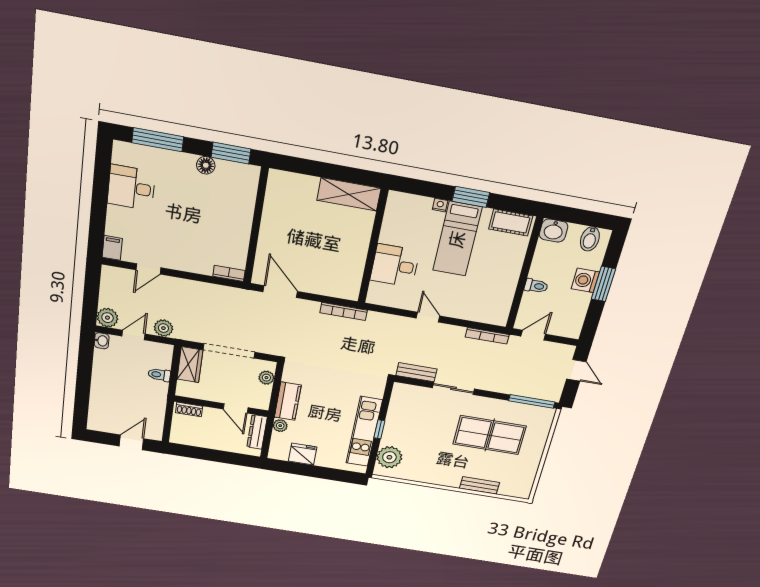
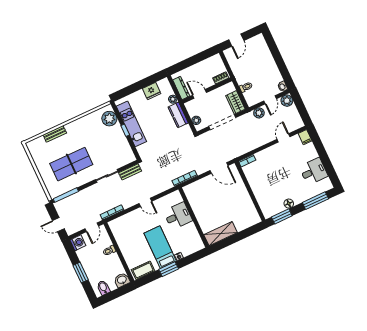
washing machine: (585, 280) -> (78, 243), moved

